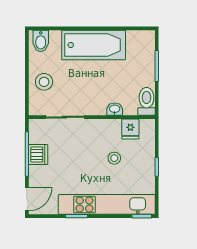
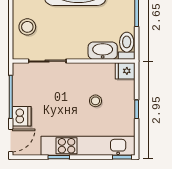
washbasin: (115, 109) -> (103, 51), width x1.91, depth x1.45
fridge: (130, 129) -> (125, 71), moved, turned 90
dishwasher: (38, 155) -> (22, 116), moved

